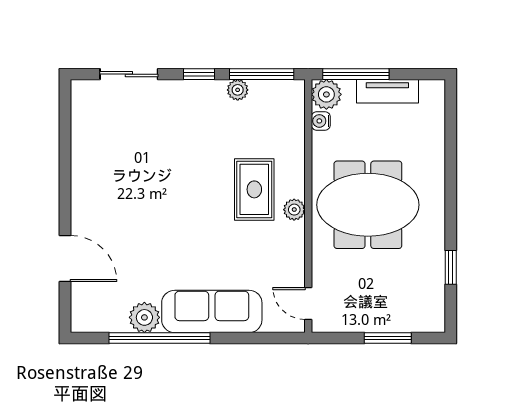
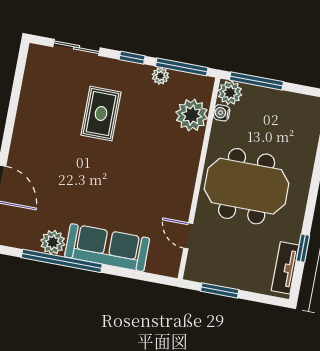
tv unit: (387, 91) -> (285, 268), moved, turned 90
rug: (254, 189) -> (101, 114), moved
plant: (294, 210) -> (192, 115), moved, width x1.87, depth x1.87
door: (308, 303) -> (188, 236), moved
window: (388, 338) -> (220, 290), moved

